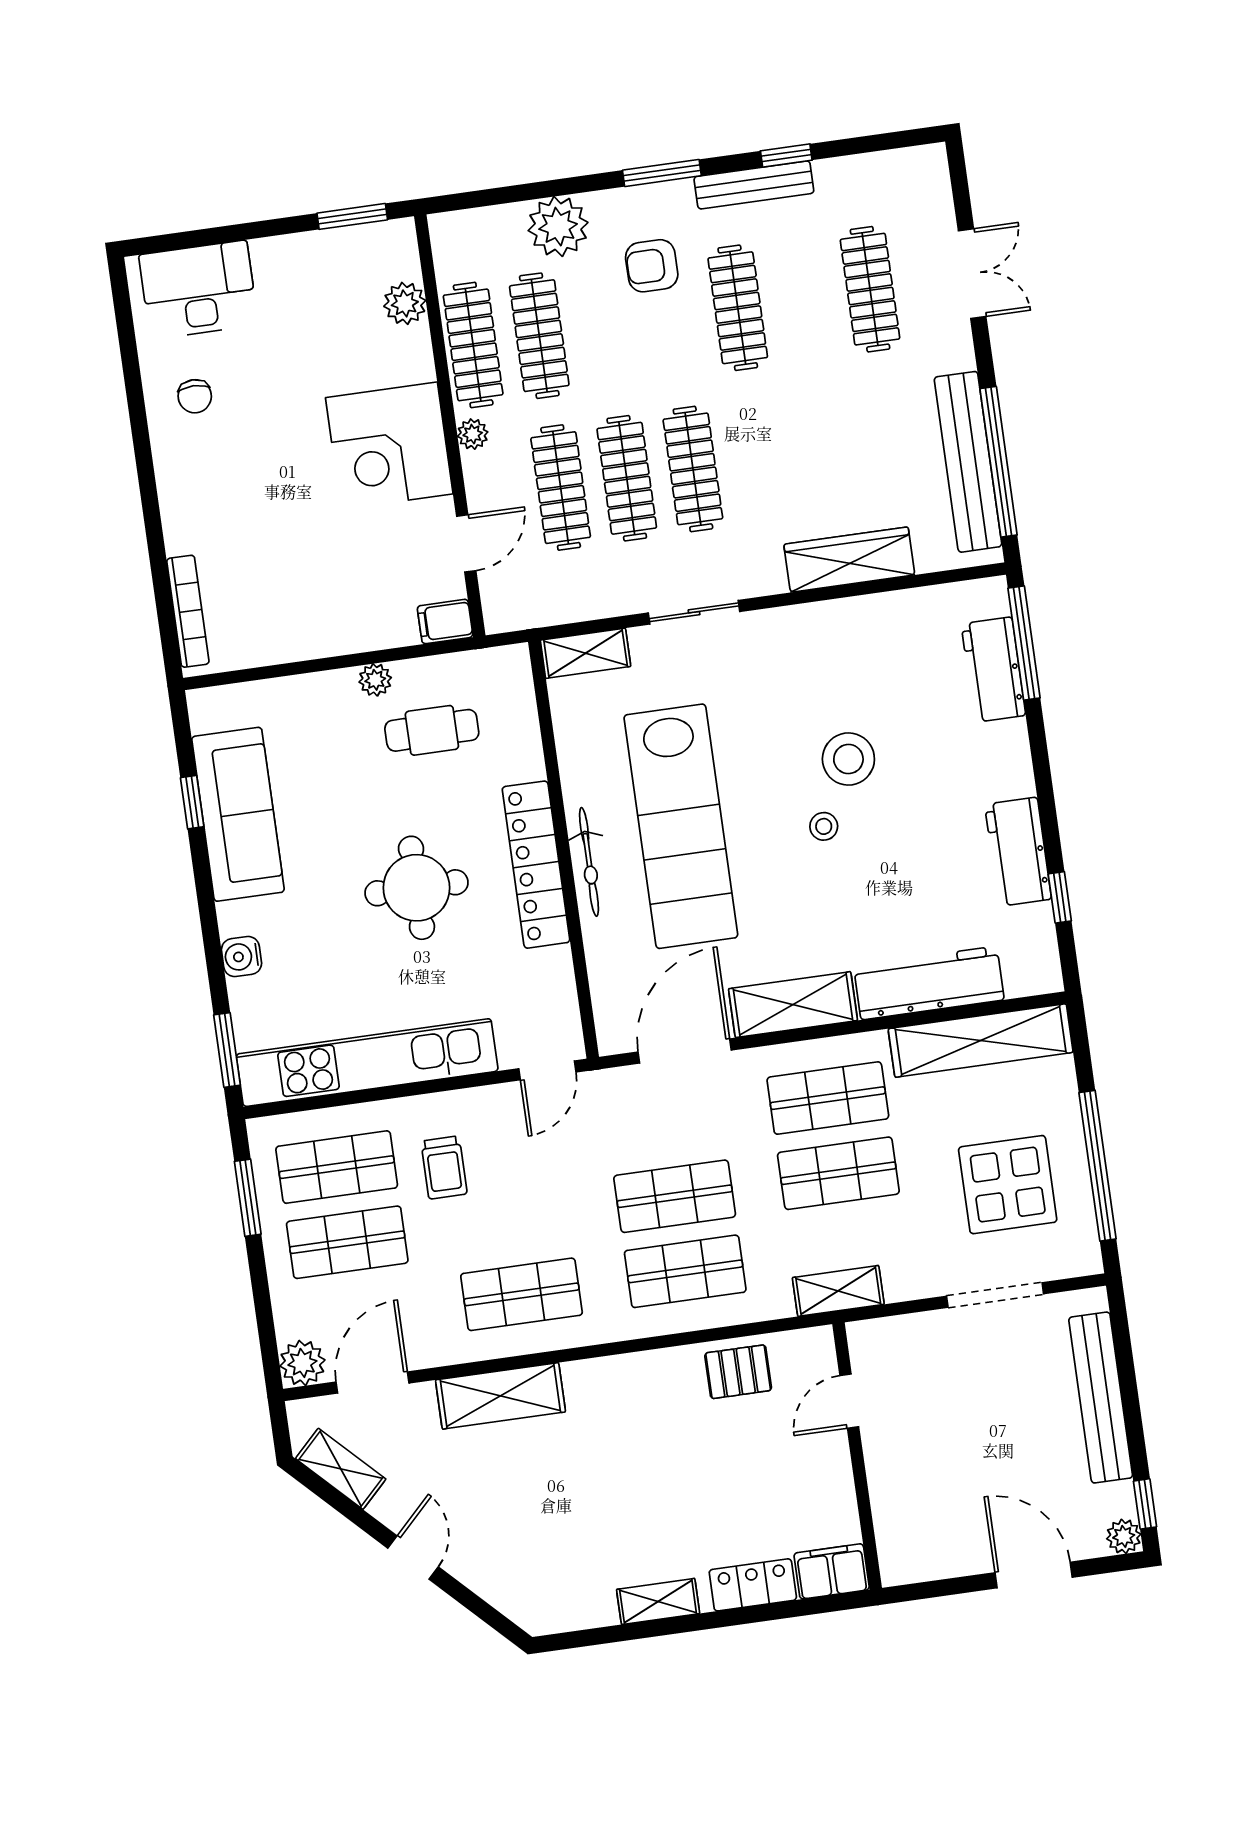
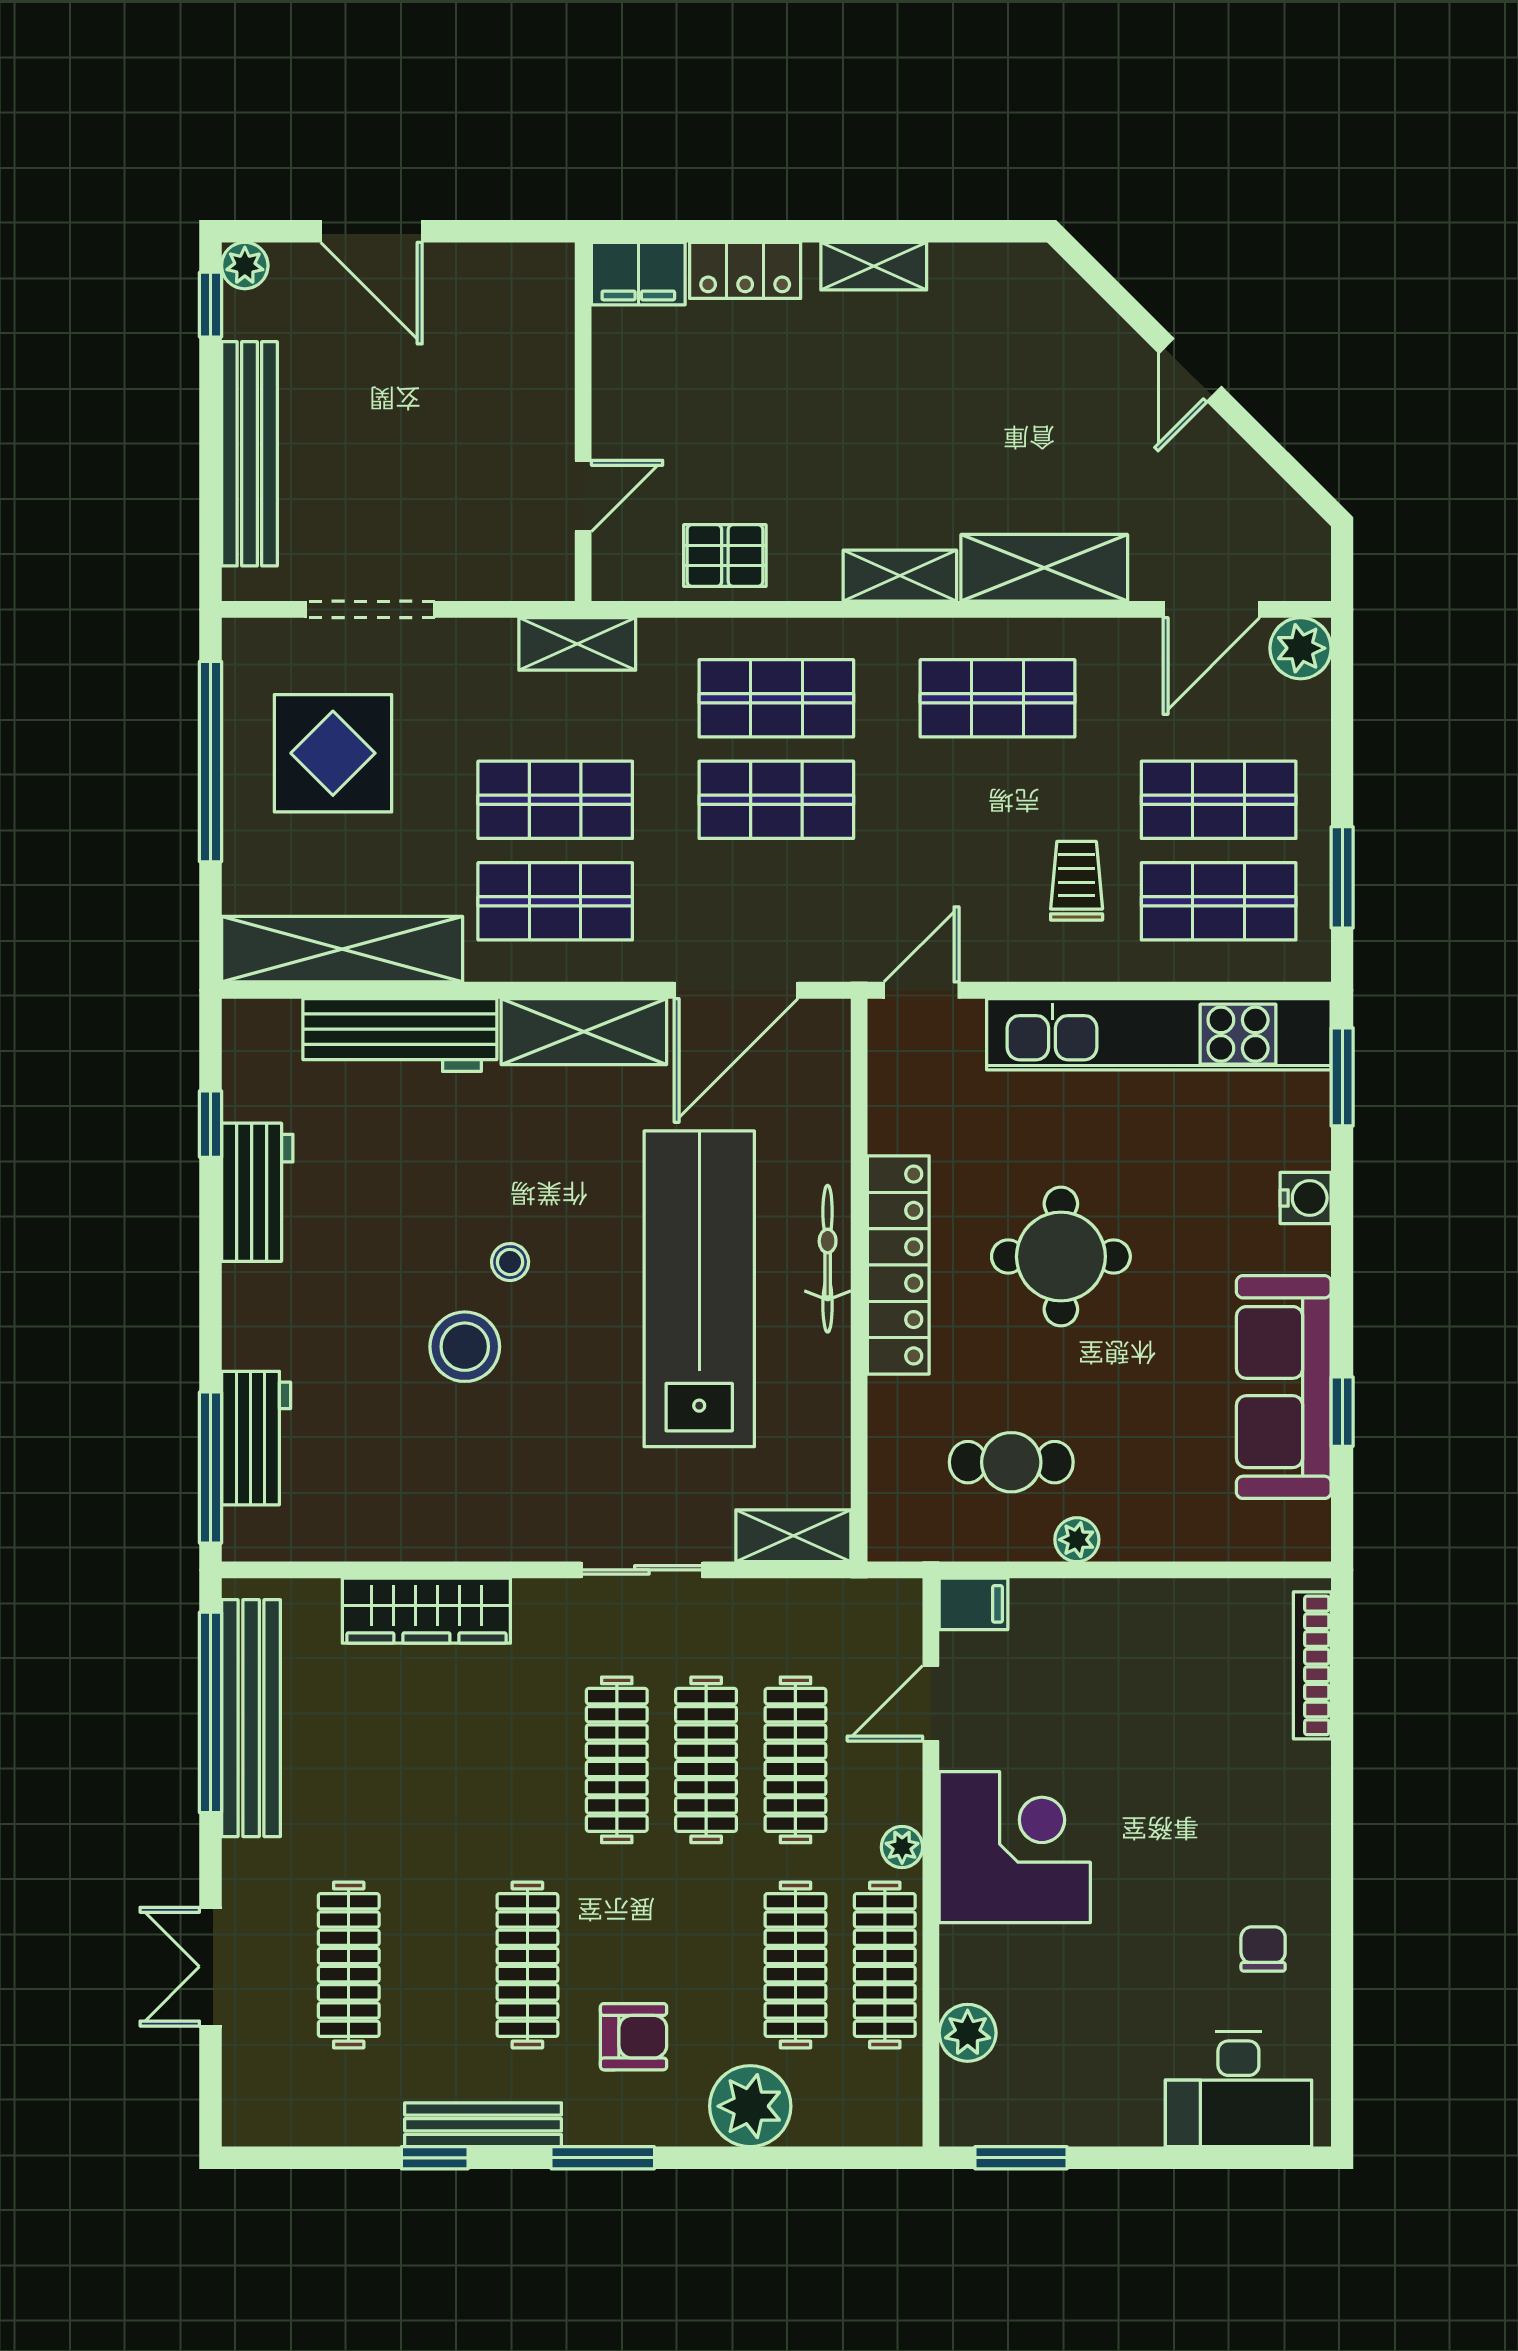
shelving: (341, 1469) -> (900, 576), moved, turned -45

